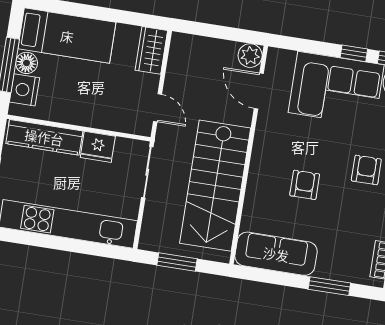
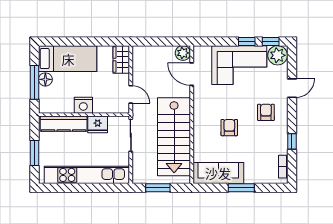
nightstand: (24, 90) -> (83, 105), moved, turned -90
window: (329, 286) -> (241, 188), moved

